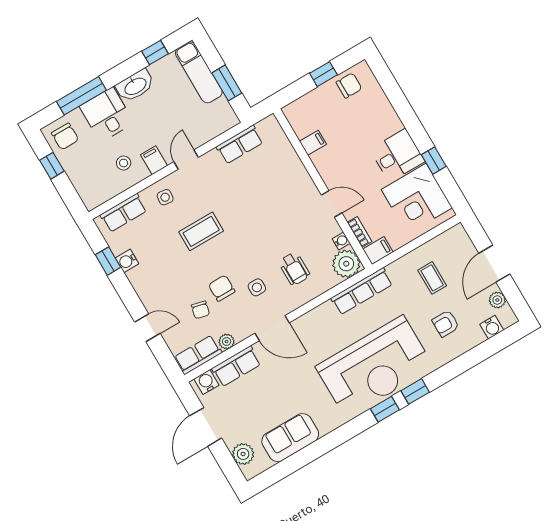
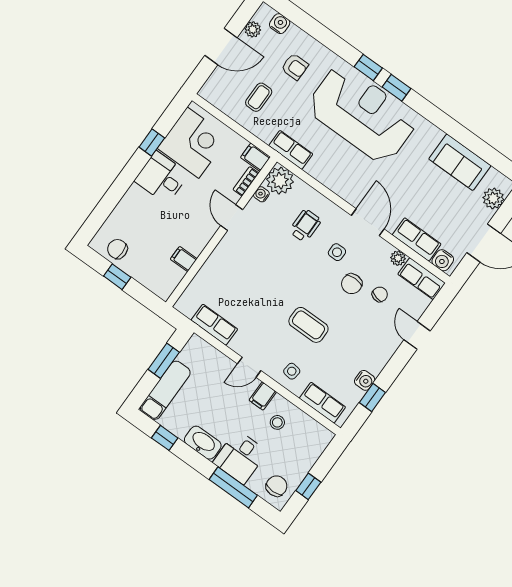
row of seats: (362, 291) -> (291, 150), width x0.68

